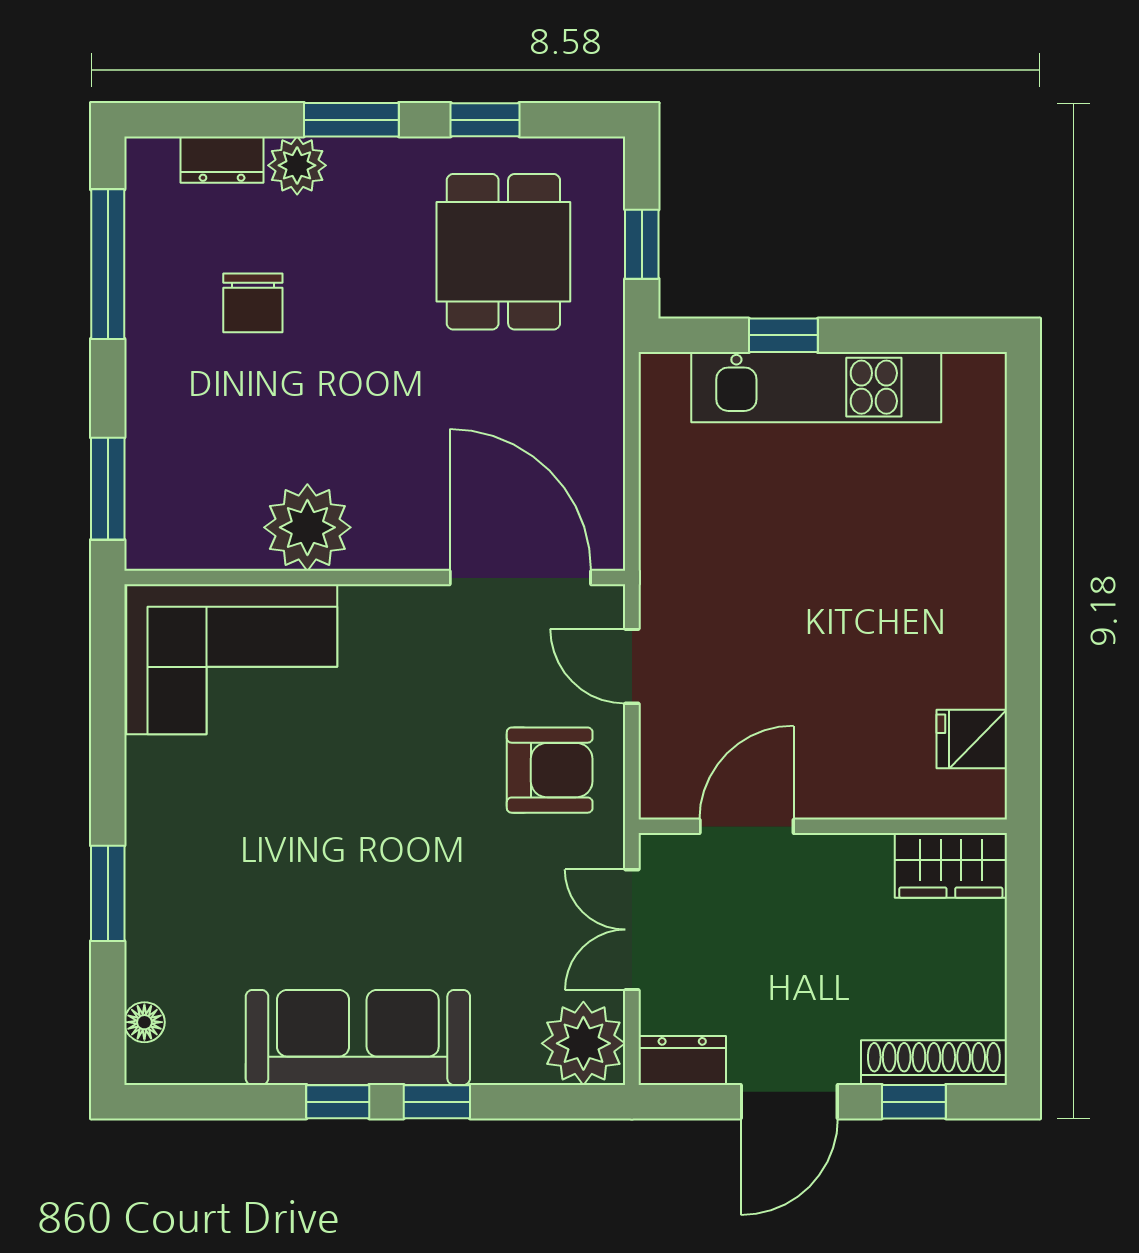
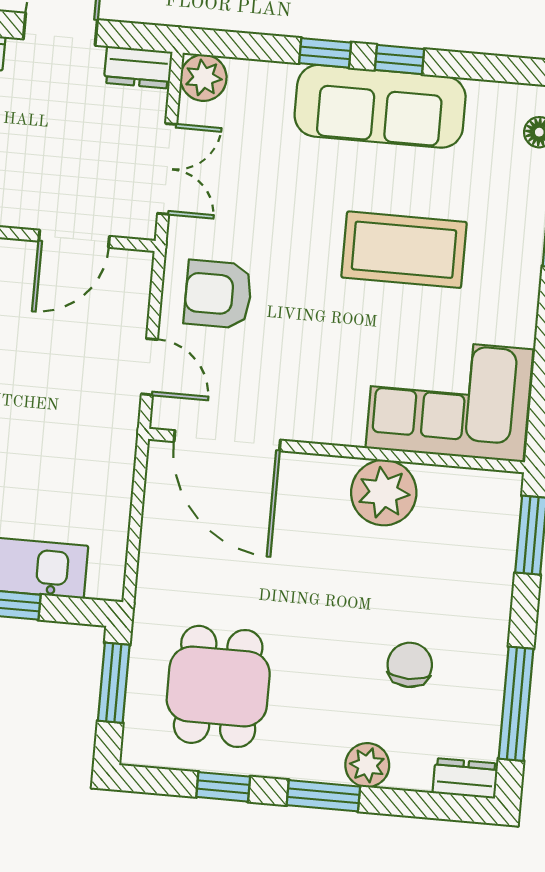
dresser: (222, 160) -> (465, 778), moved
window: (642, 244) -> (114, 683), width x1.50
coffee table: (309, 851) -> (404, 250), added
plant: (583, 1043) -> (203, 78), width x0.73, depth x0.73

